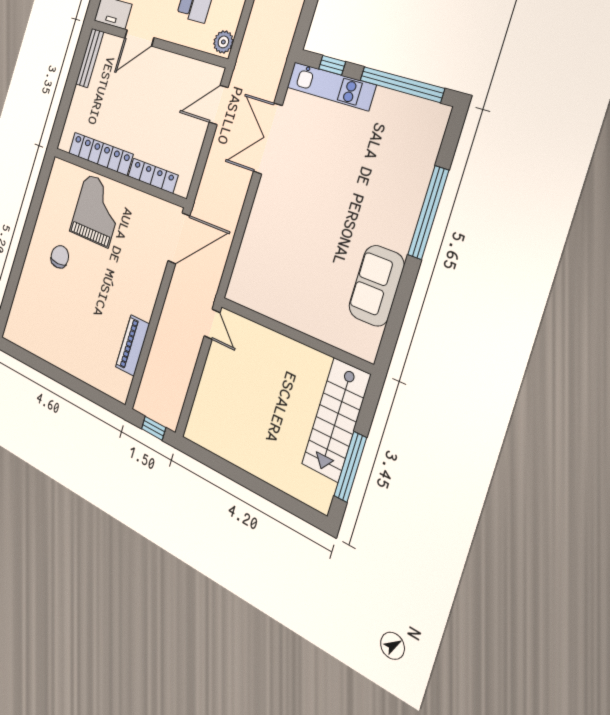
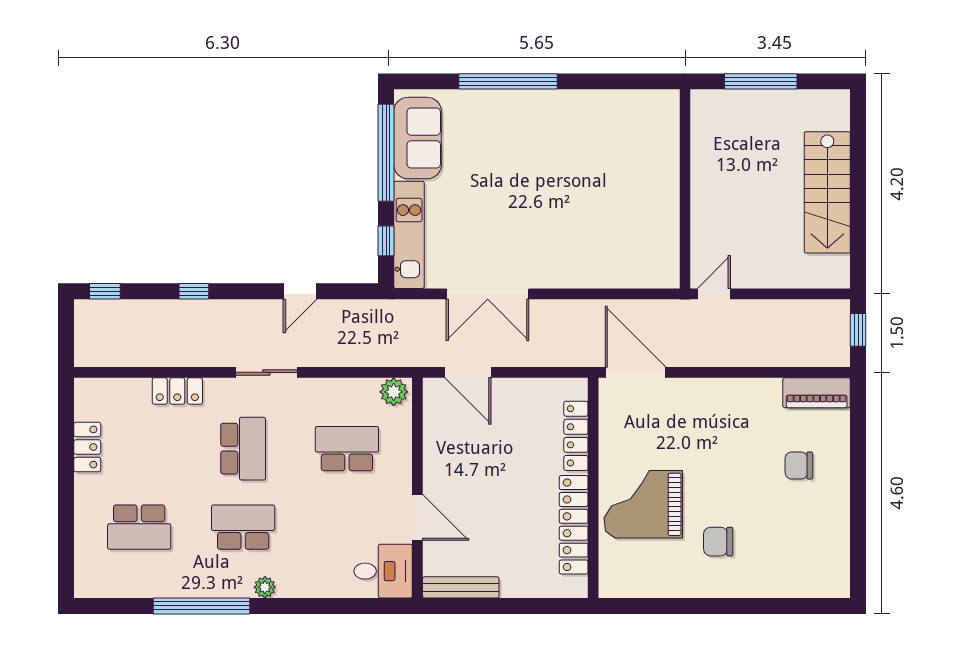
sofa: (376, 286) -> (418, 138), moved, turned -90
chair: (85, 338) -> (799, 465), added
piano: (133, 345) -> (817, 393), moved
stairs: (336, 420) -> (827, 192), moved, turned 90
window: (350, 467) -> (761, 81), moved

